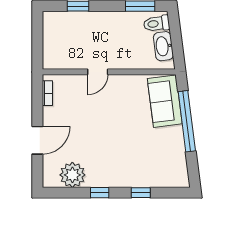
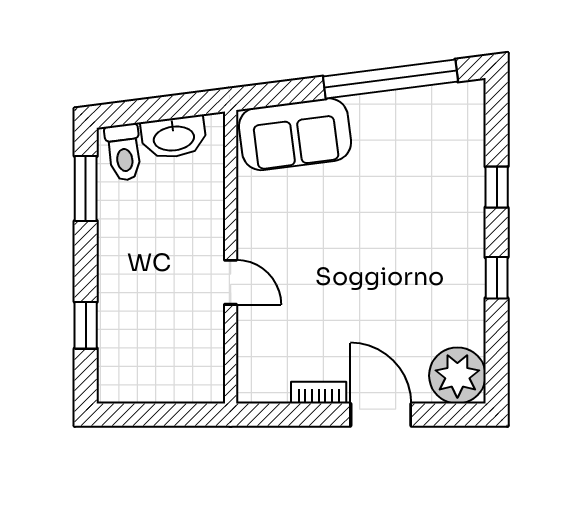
bookcase: (47, 93) -> (319, 393), moved
window: (187, 121) -> (390, 79), moved
plant: (72, 175) -> (457, 376), moved

